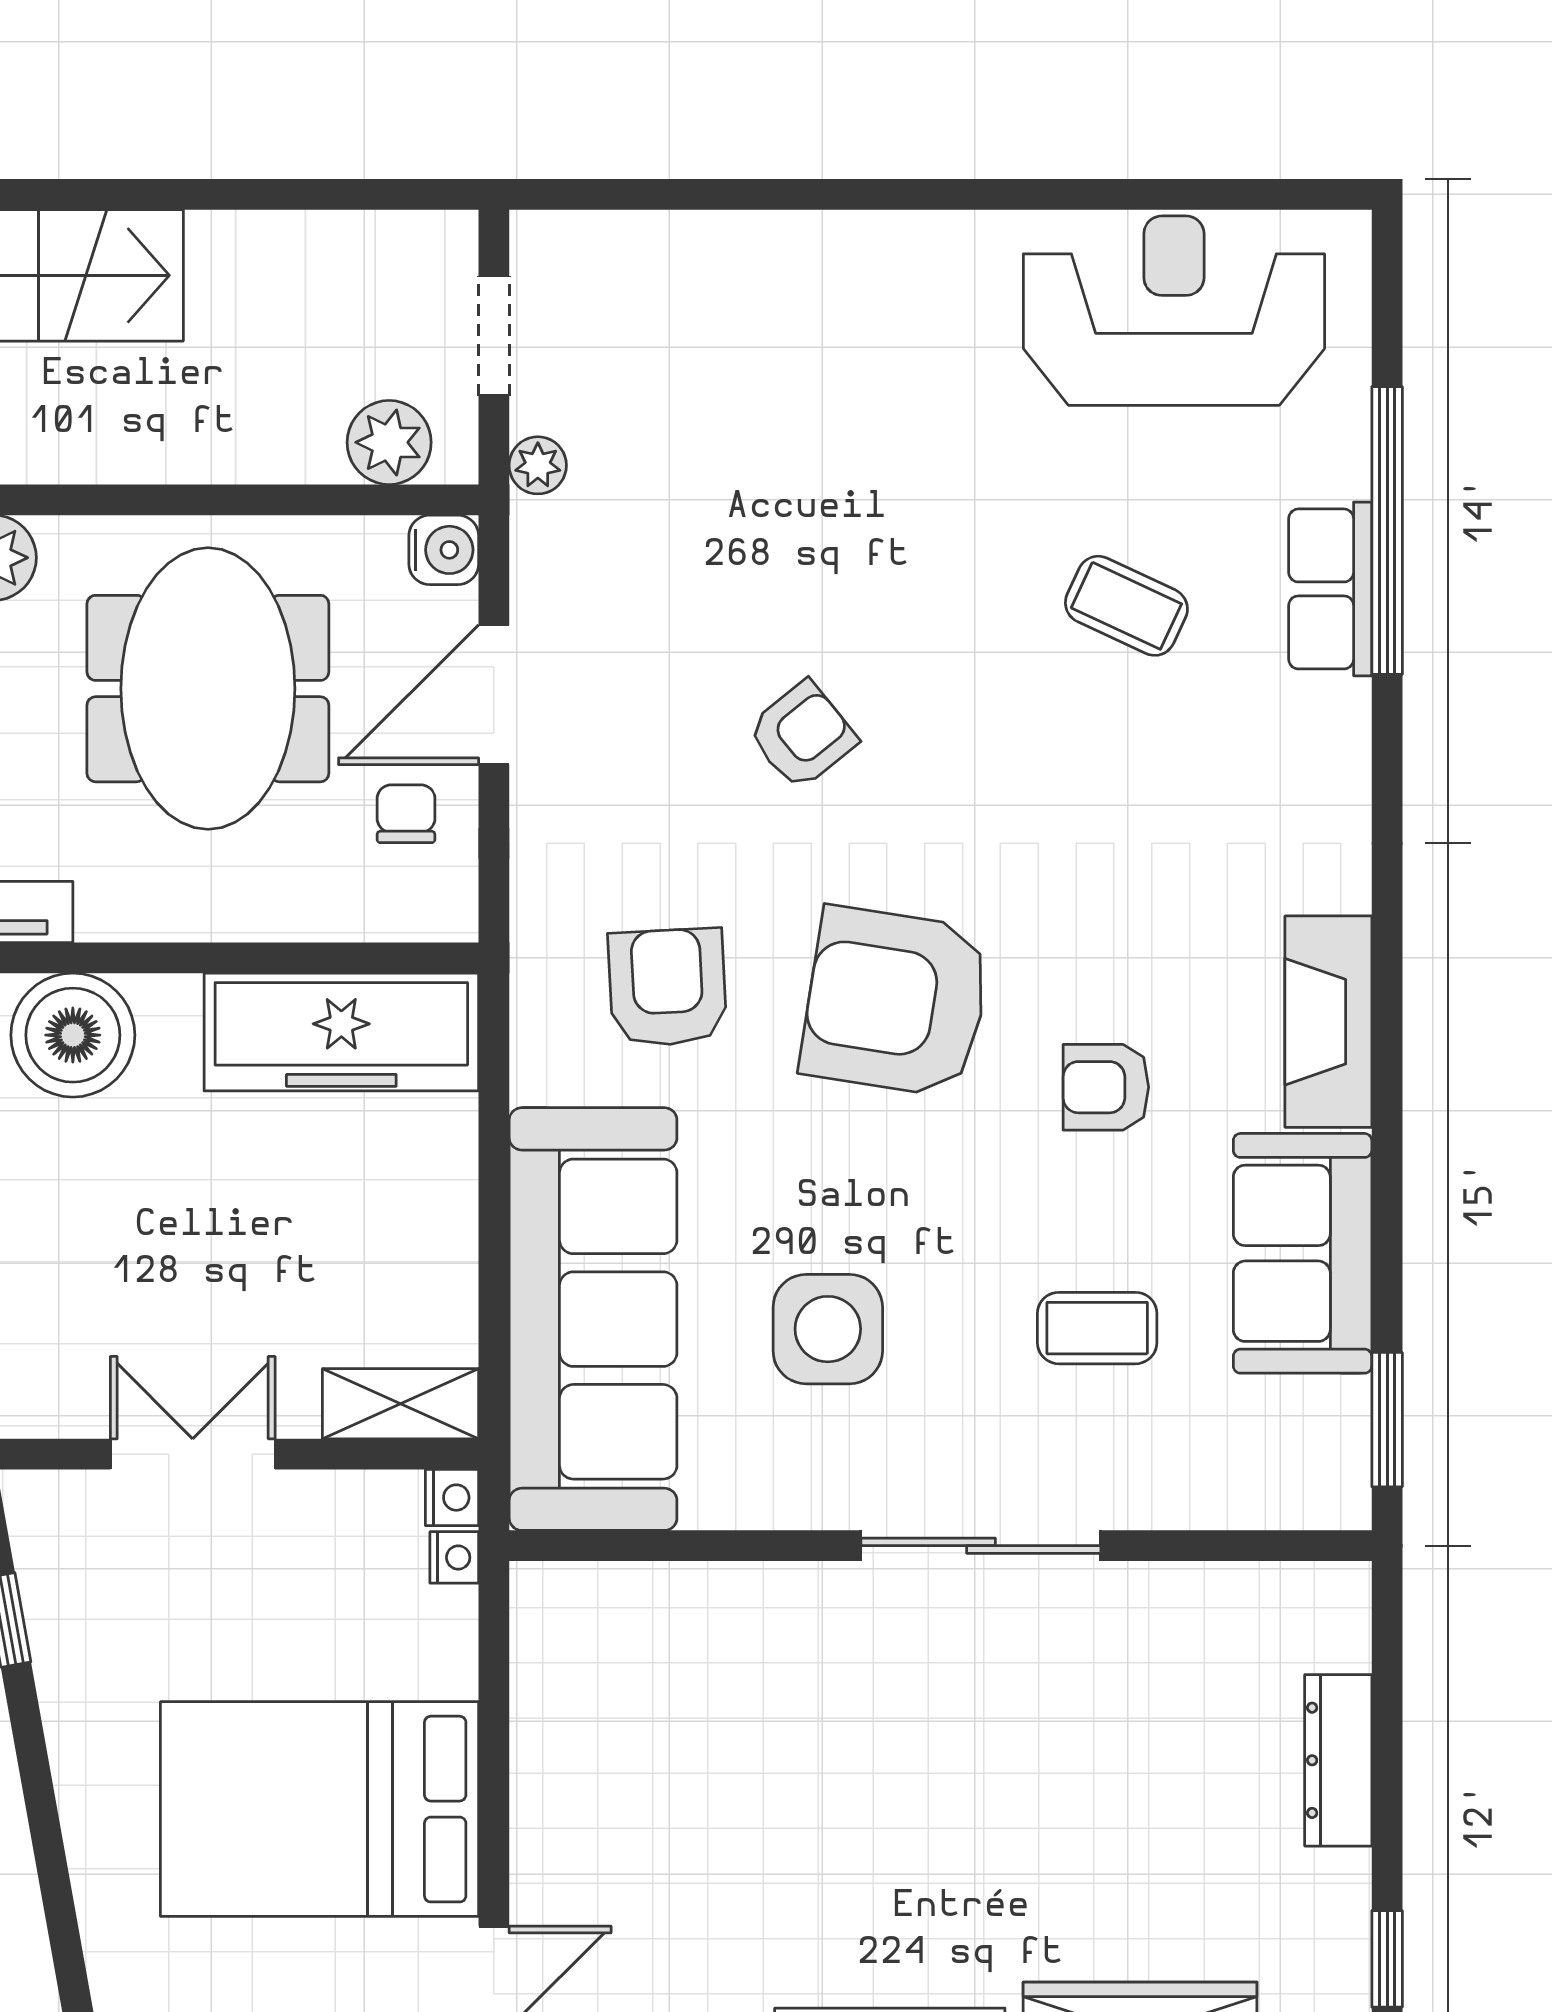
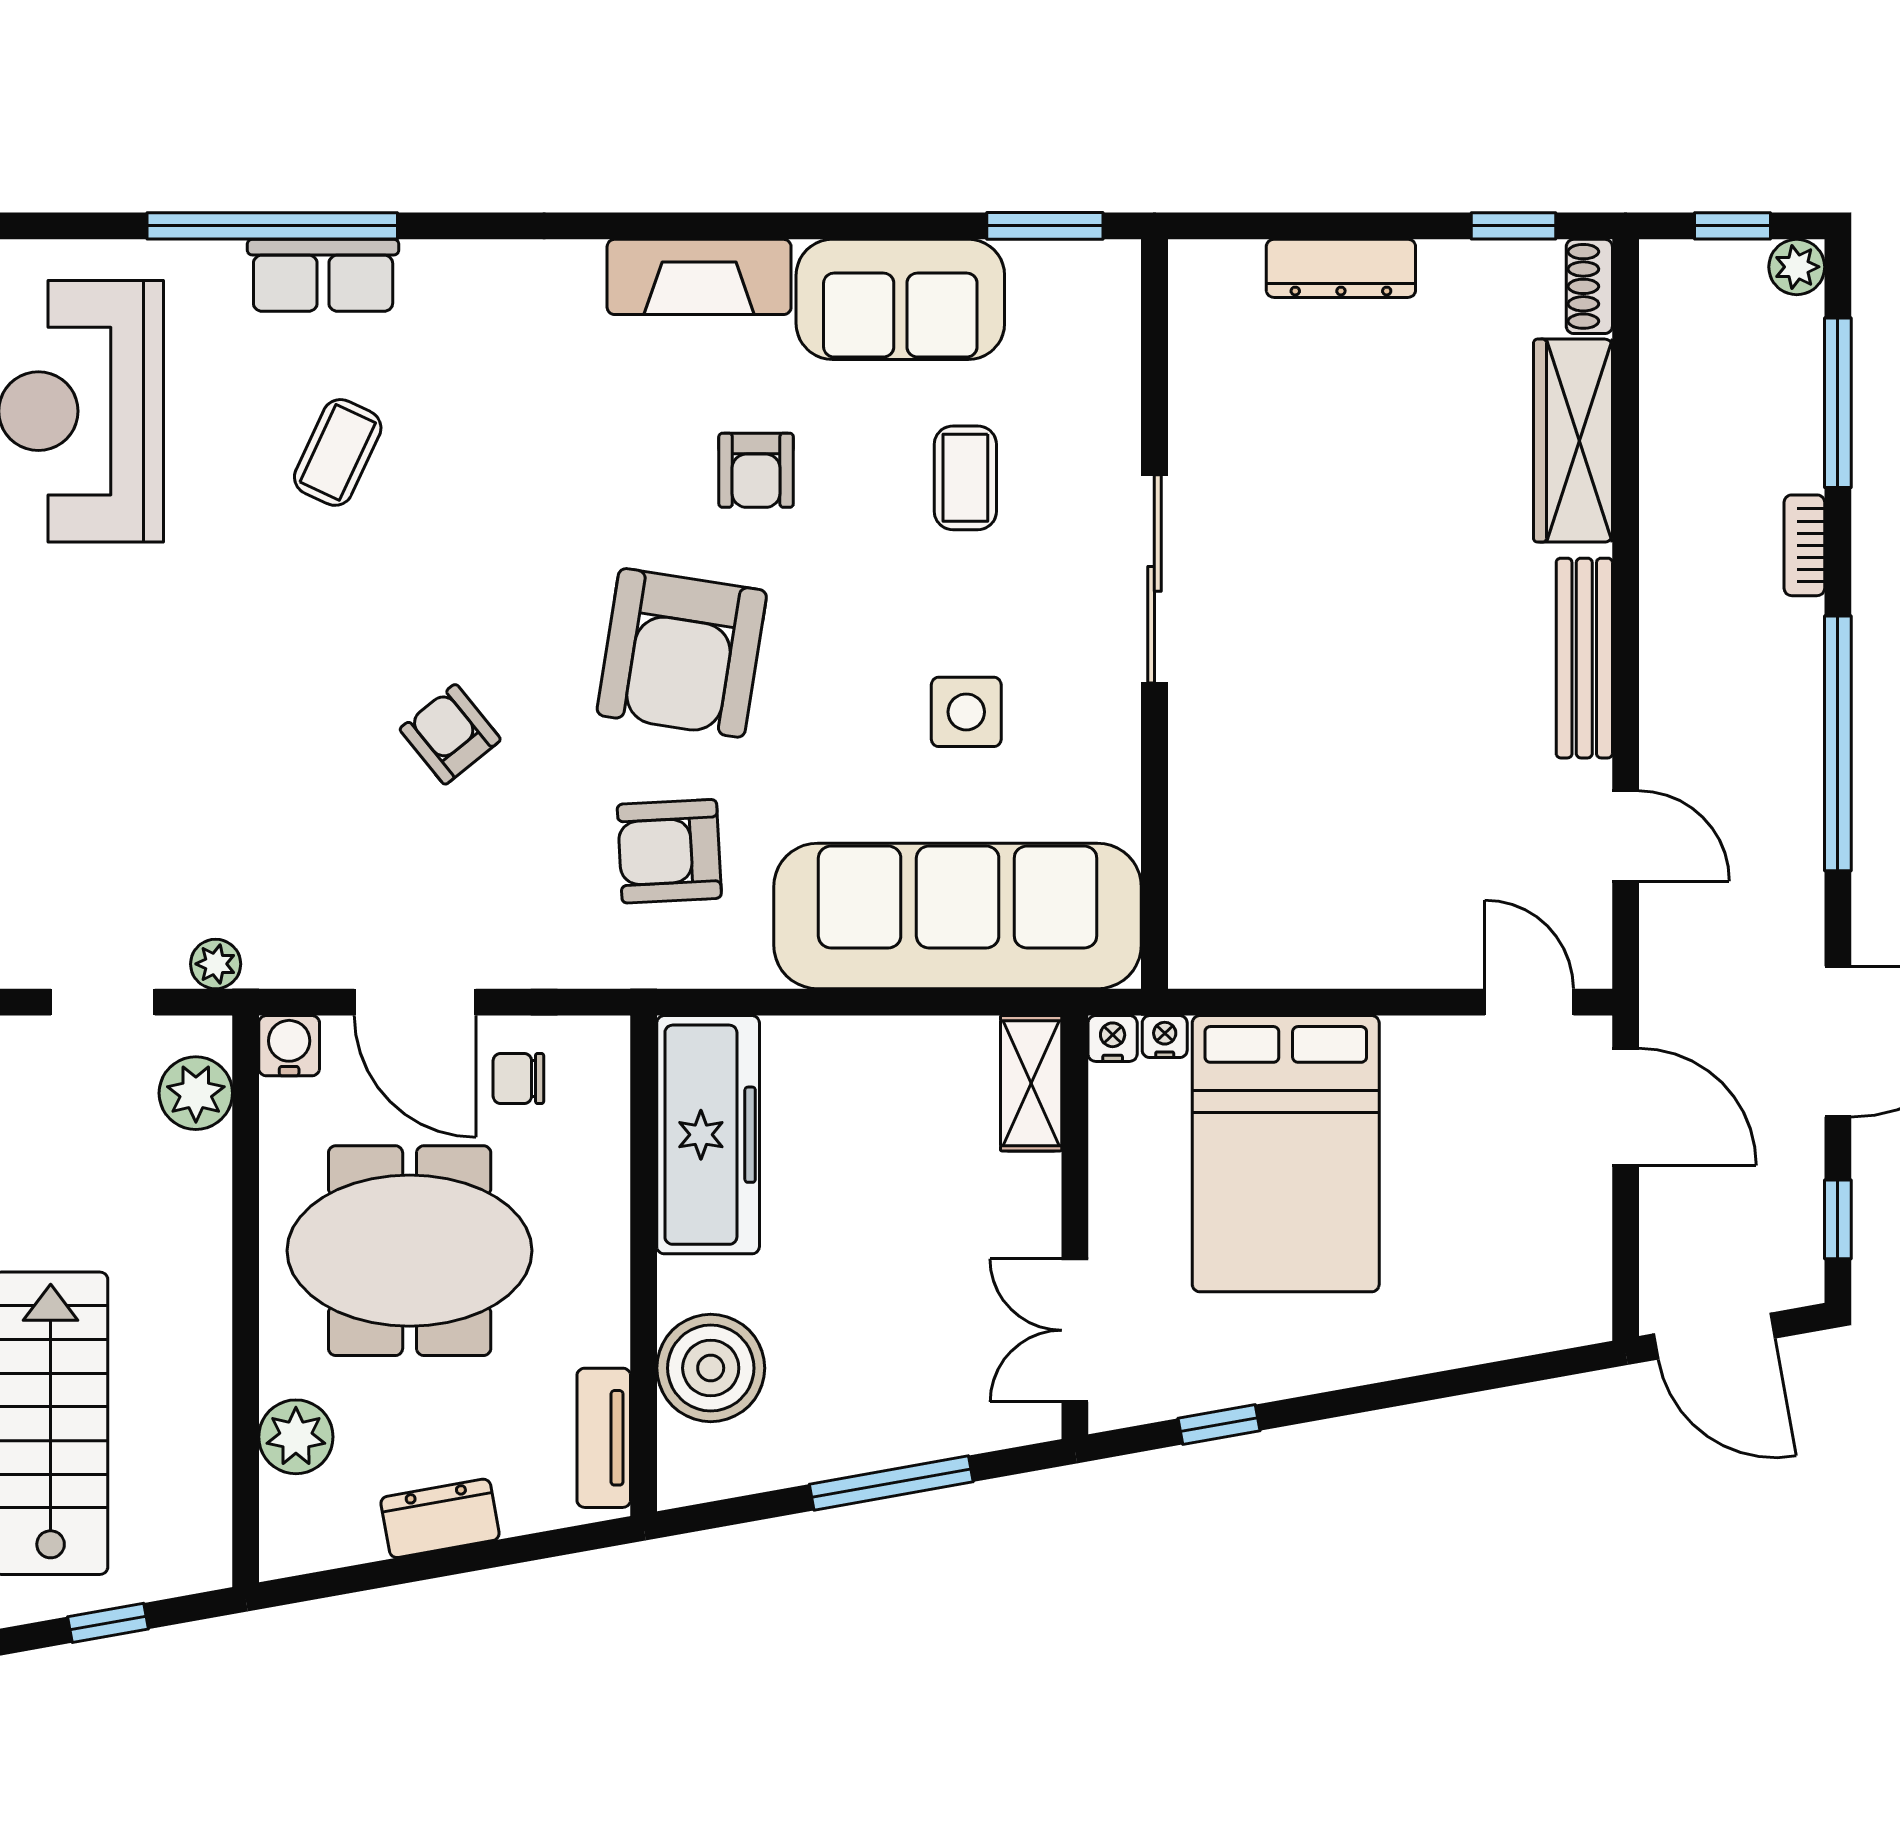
side table: (828, 1329) -> (966, 712), width x0.73, depth x0.73
double door: (193, 1454) -> (1075, 1330), moved
bed: (319, 1809) -> (1286, 1154), moved

